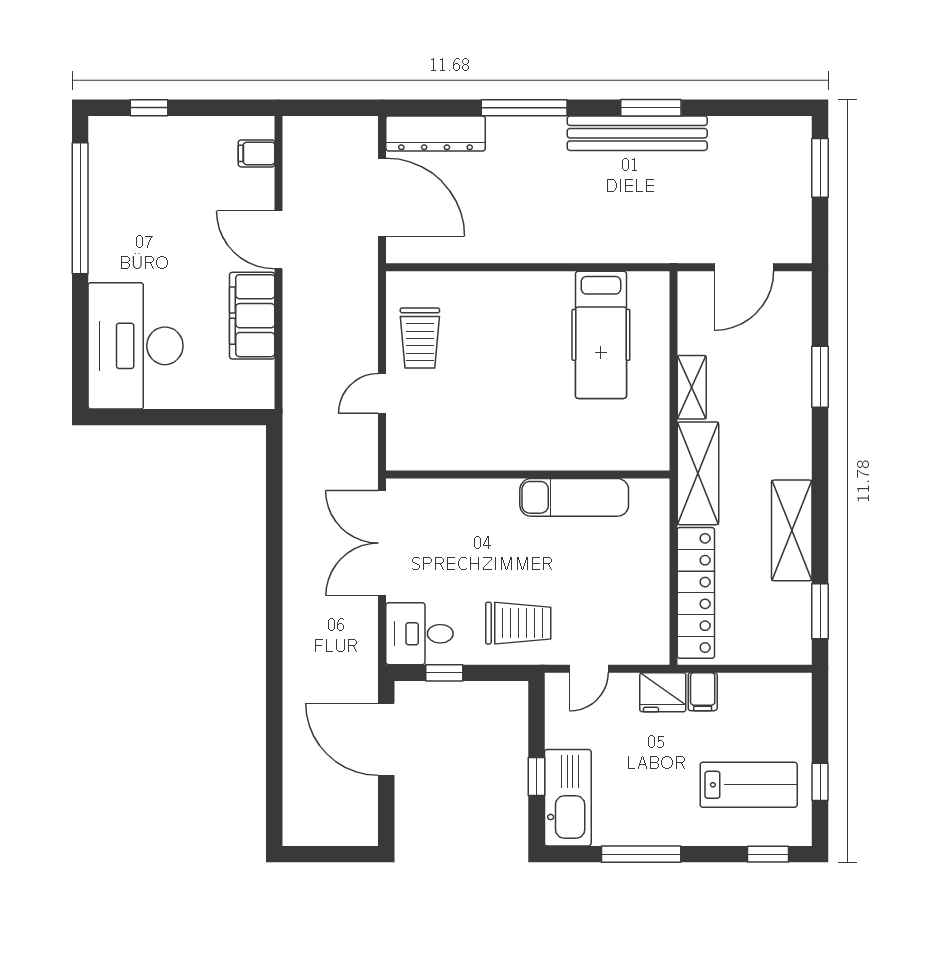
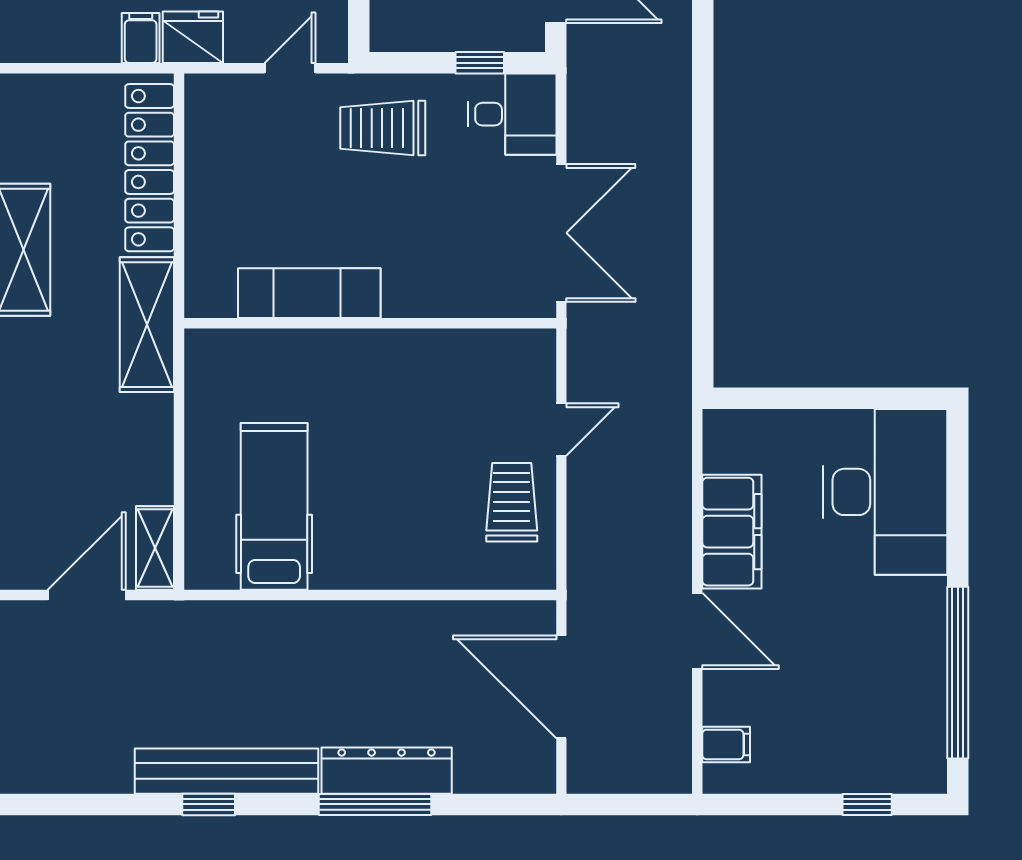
window: (651, 108) -> (209, 804), width x0.67
dresser: (436, 133) -> (387, 771), moved
shelving: (692, 387) -> (155, 548), moved

